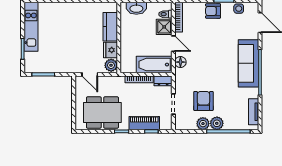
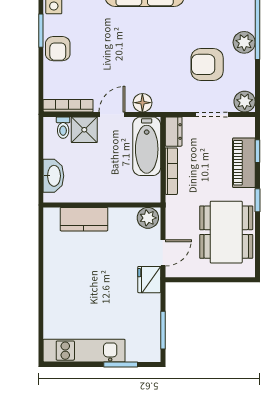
fridge: (110, 50) -> (149, 280), moved, turned 90
plant: (203, 124) -> (245, 102), moved

